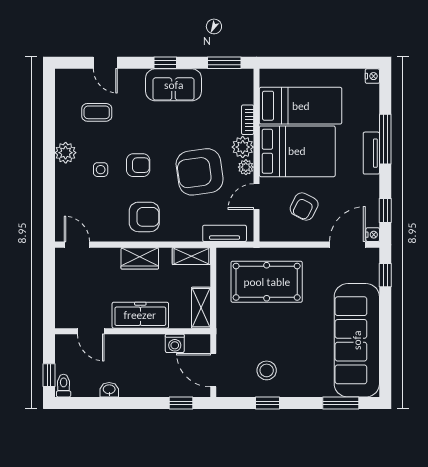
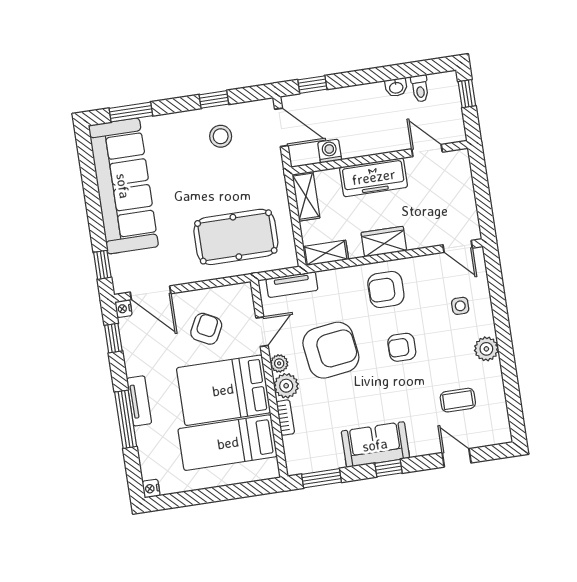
side table: (101, 170) -> (460, 306), moved
door: (347, 245) -> (151, 293), hinge flipped
toilet: (64, 386) -> (420, 88), moved

